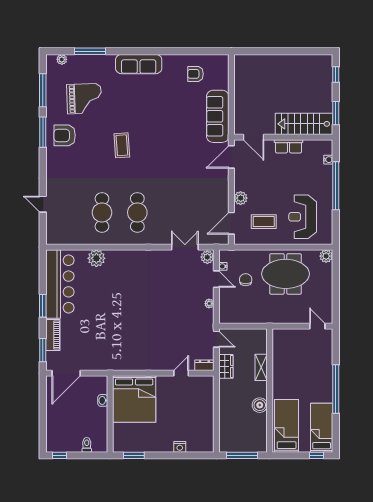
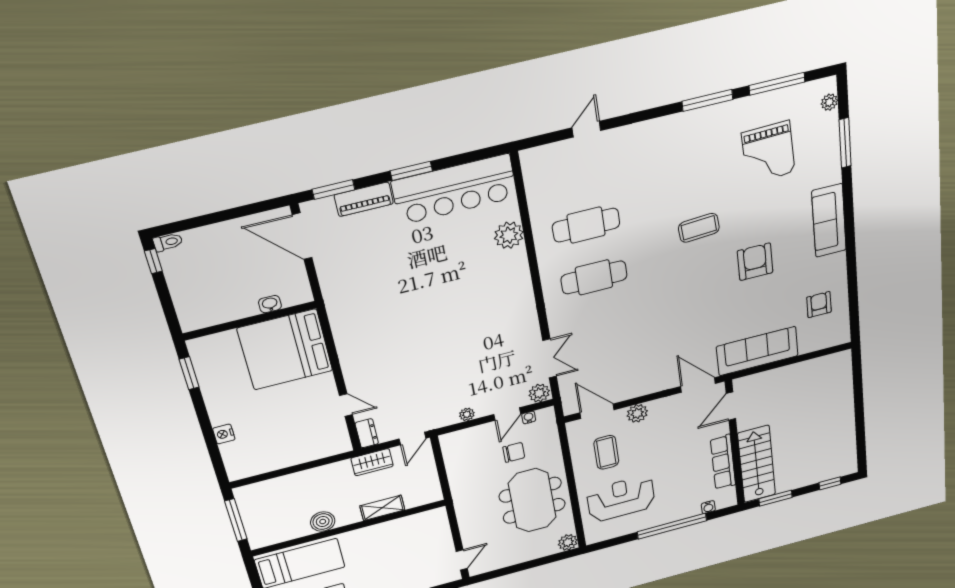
armchair: (65, 135) -> (755, 262), moved
row of seats: (289, 146) -> (723, 462), width x1.48
toilet: (87, 445) -> (168, 242), moved

